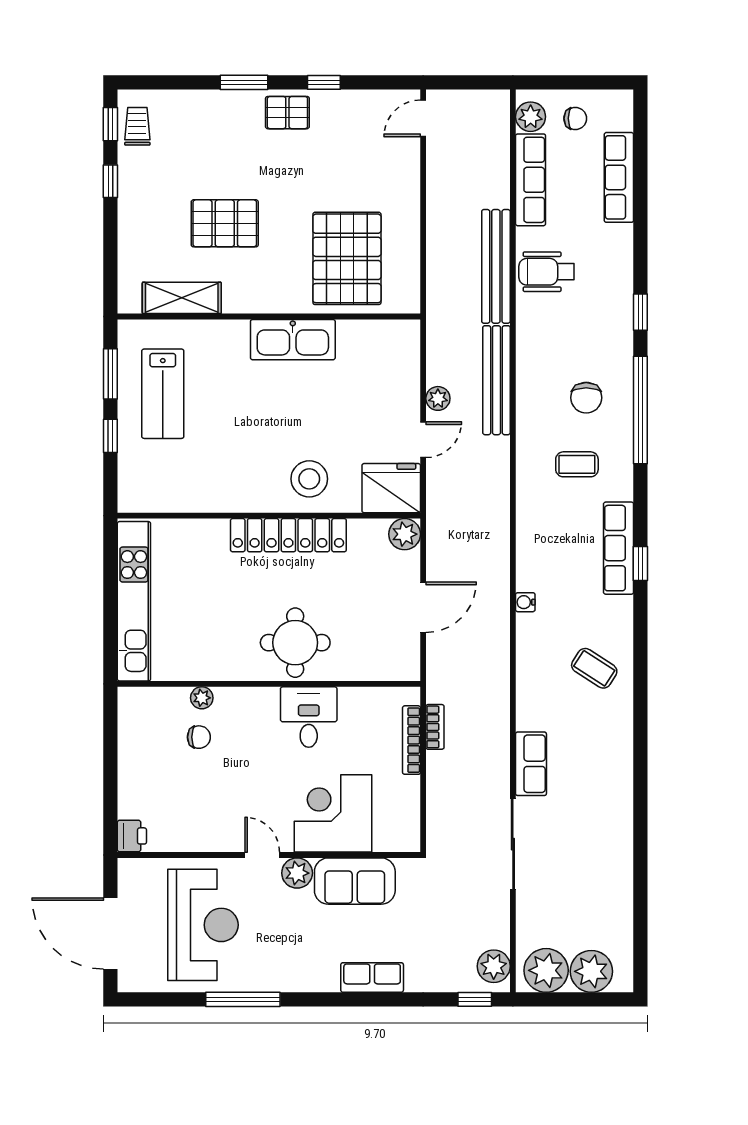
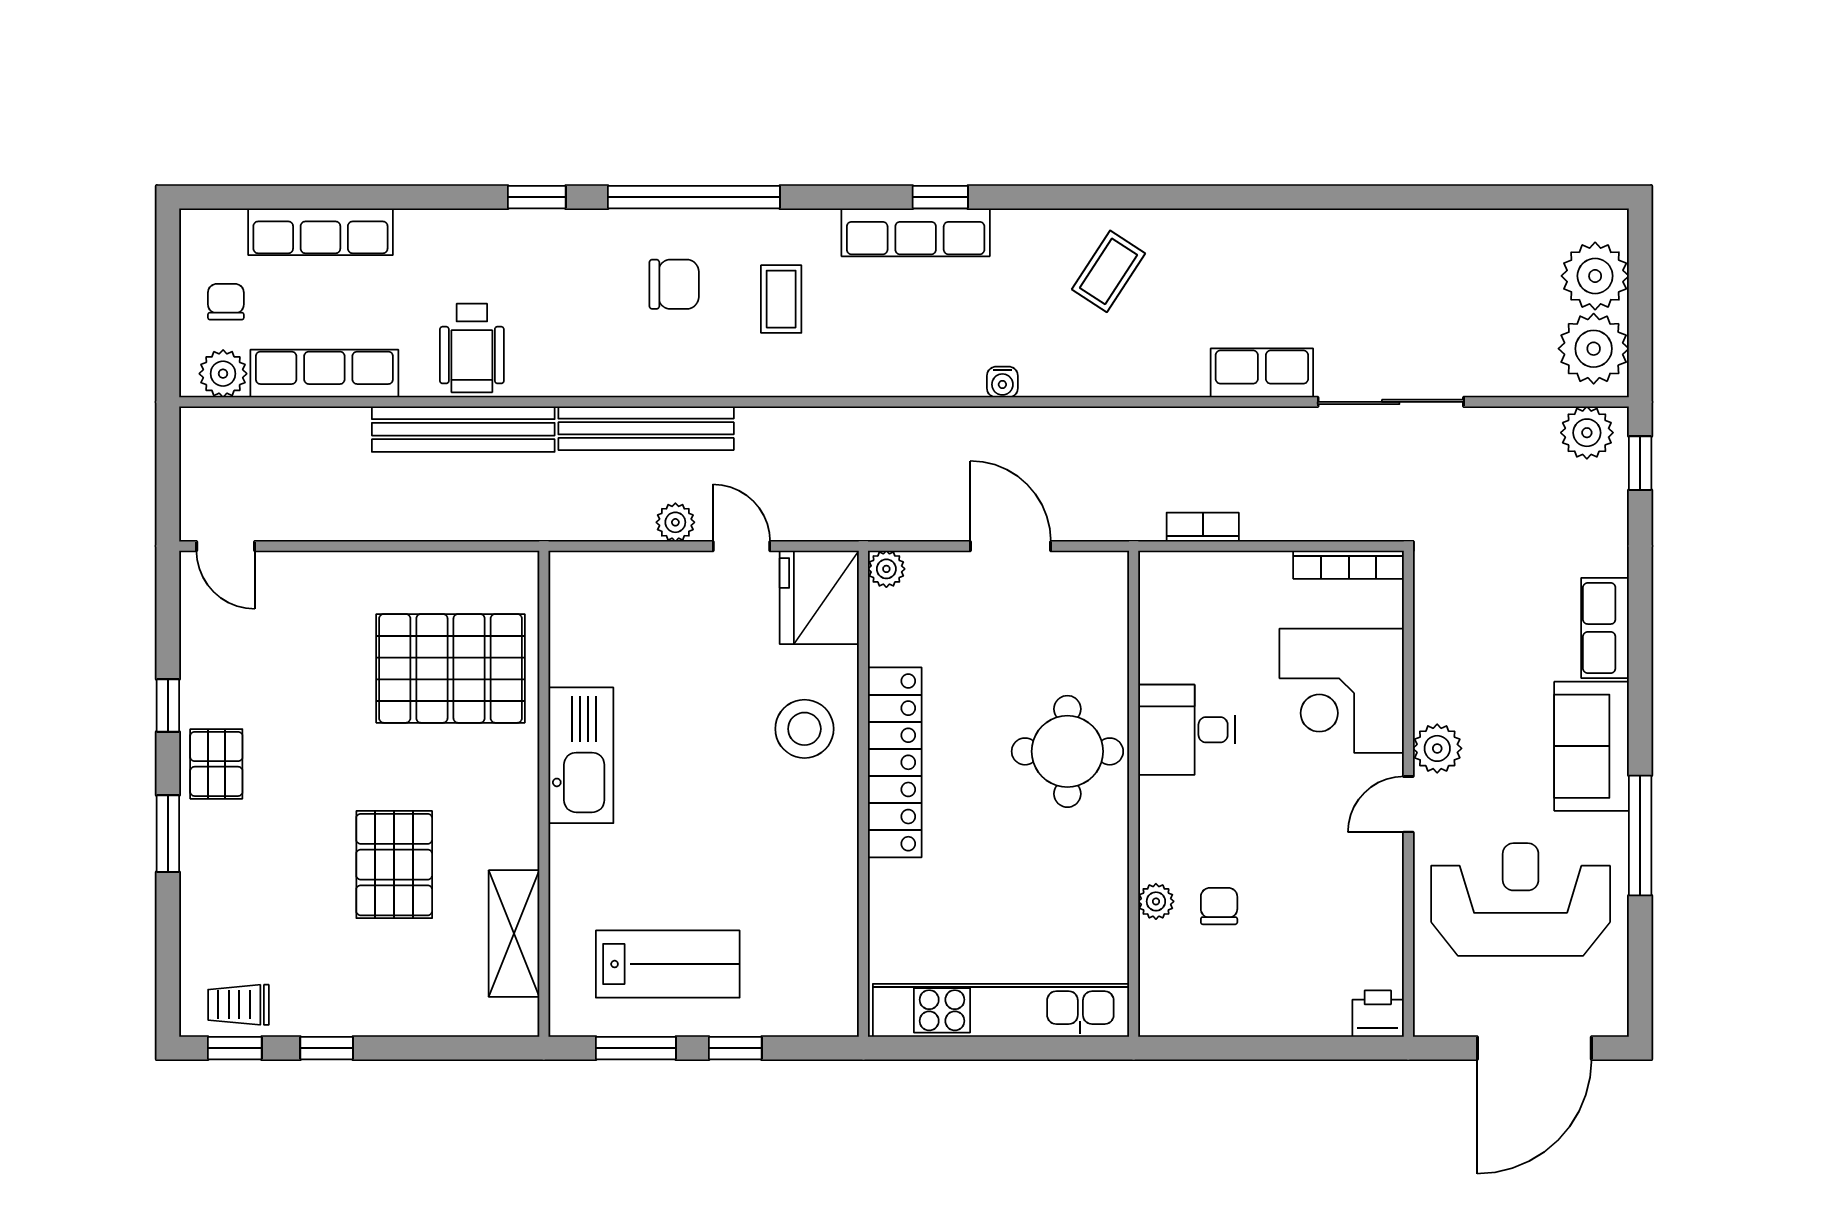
plant: (405, 534) -> (886, 569), width x0.73, depth x0.73
bookcase: (412, 740) -> (1349, 565), moved
sofa: (355, 881) -> (1592, 746), moved, turned 180

